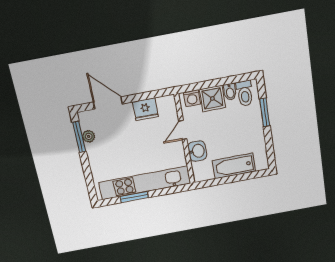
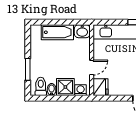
fridge: (145, 109) -> (100, 87), moved, turned 90
washbasin: (197, 151) -> (82, 31), moved, turned -90

